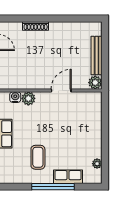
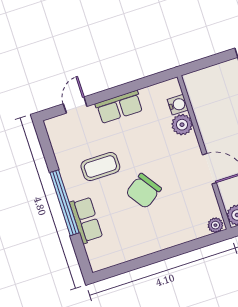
chair: (62, 135) -> (144, 191), added
plant: (97, 164) -> (215, 225), moved

